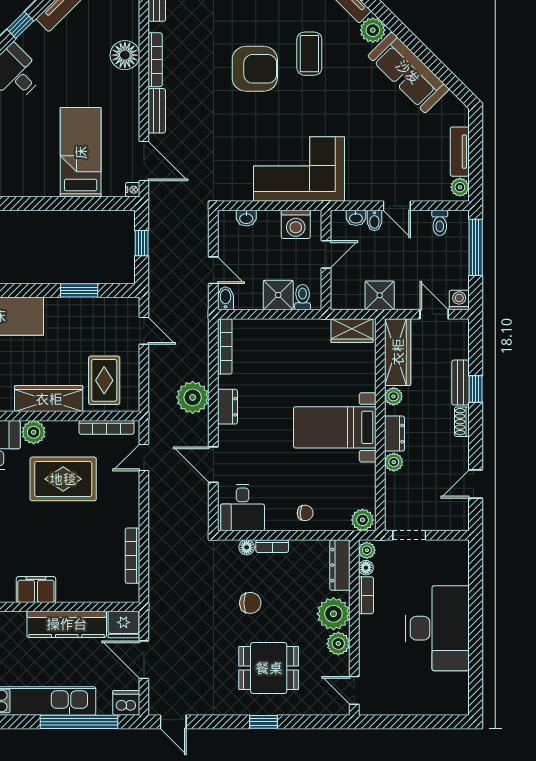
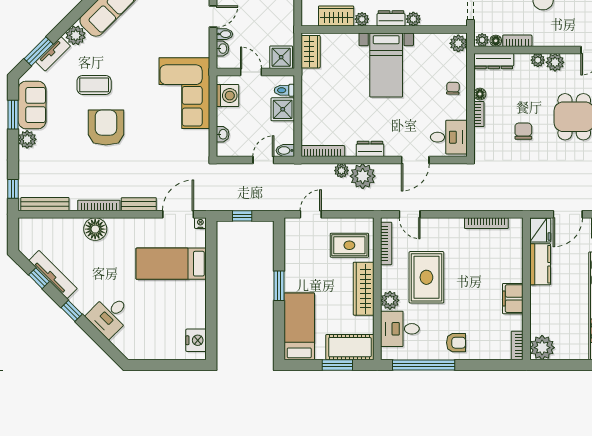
window: (79, 290) -> (279, 286), moved
shower: (380, 295) -> (281, 57), moved
wardrobe: (398, 352) -> (336, 16), width x0.67
plant: (200, 370) -> (341, 171), added
floor lamp: (247, 547) -> (480, 94), moved
plant: (333, 614) -> (538, 60), width x0.53, depth x0.53
kitchen counter: (67, 624) -> (540, 264), width x0.67

